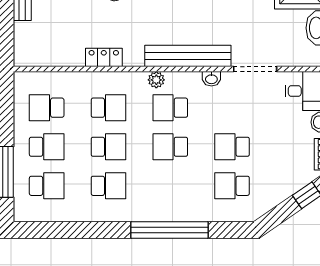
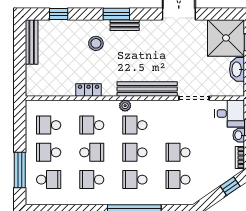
washbasin: (211, 79) -> (164, 105), removed
school desk: (108, 108) -> (92, 125), turned 180
school desk: (47, 147) -> (49, 152), turned 180
school desk: (108, 186) -> (92, 180), turned 180
school desk: (170, 186) -> (135, 180), added

